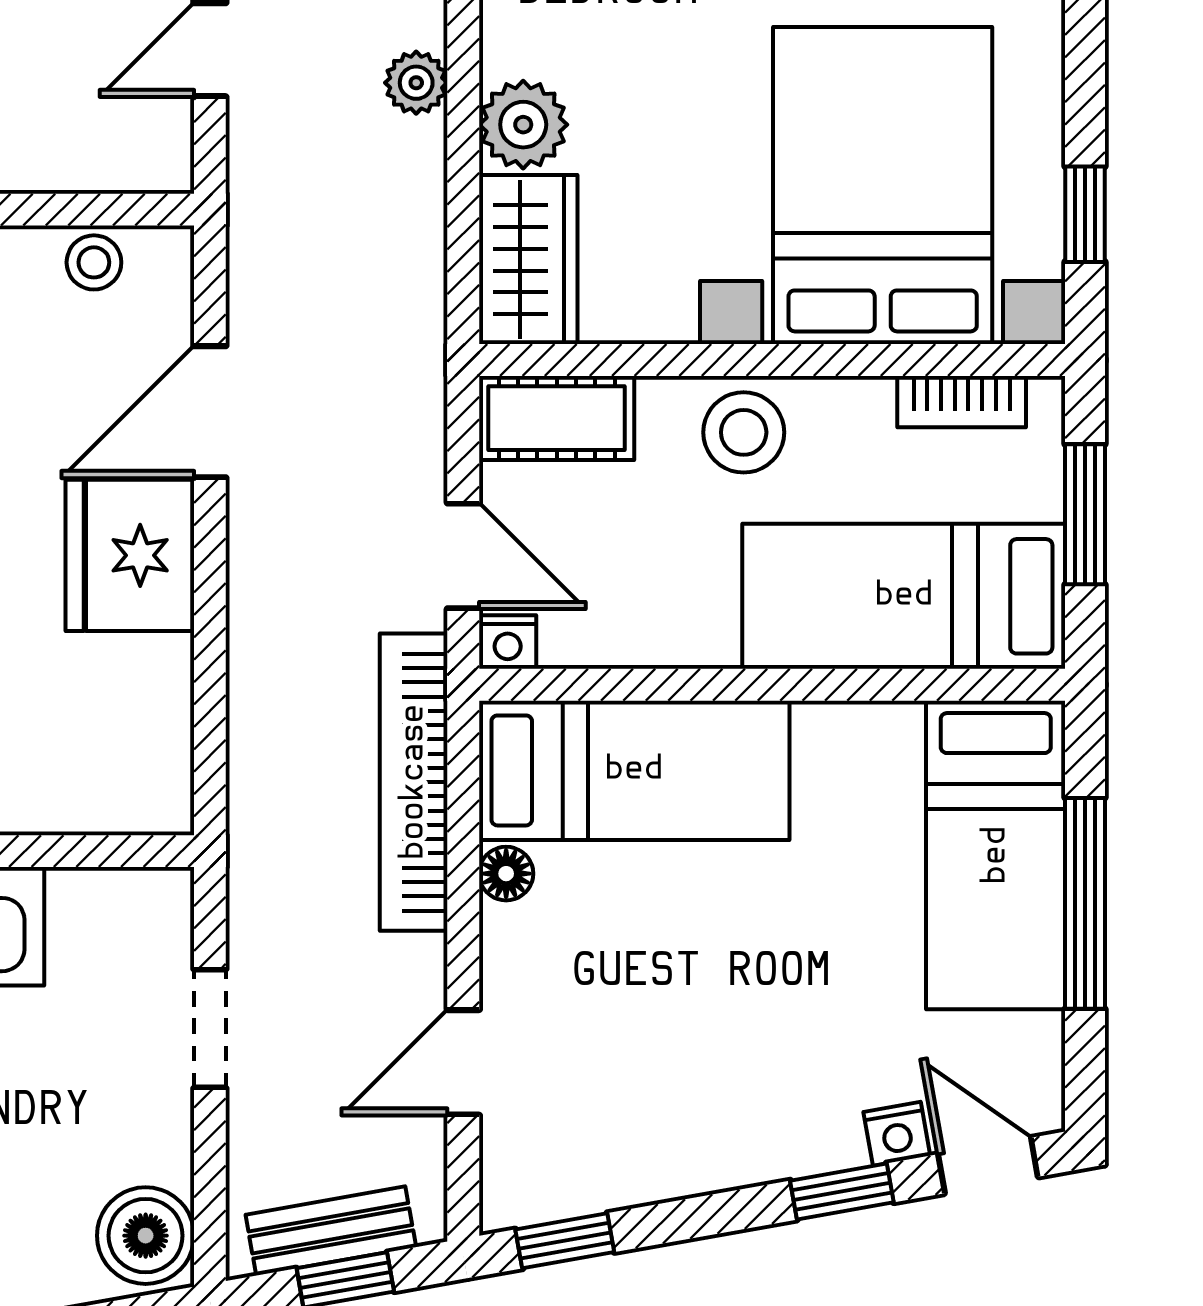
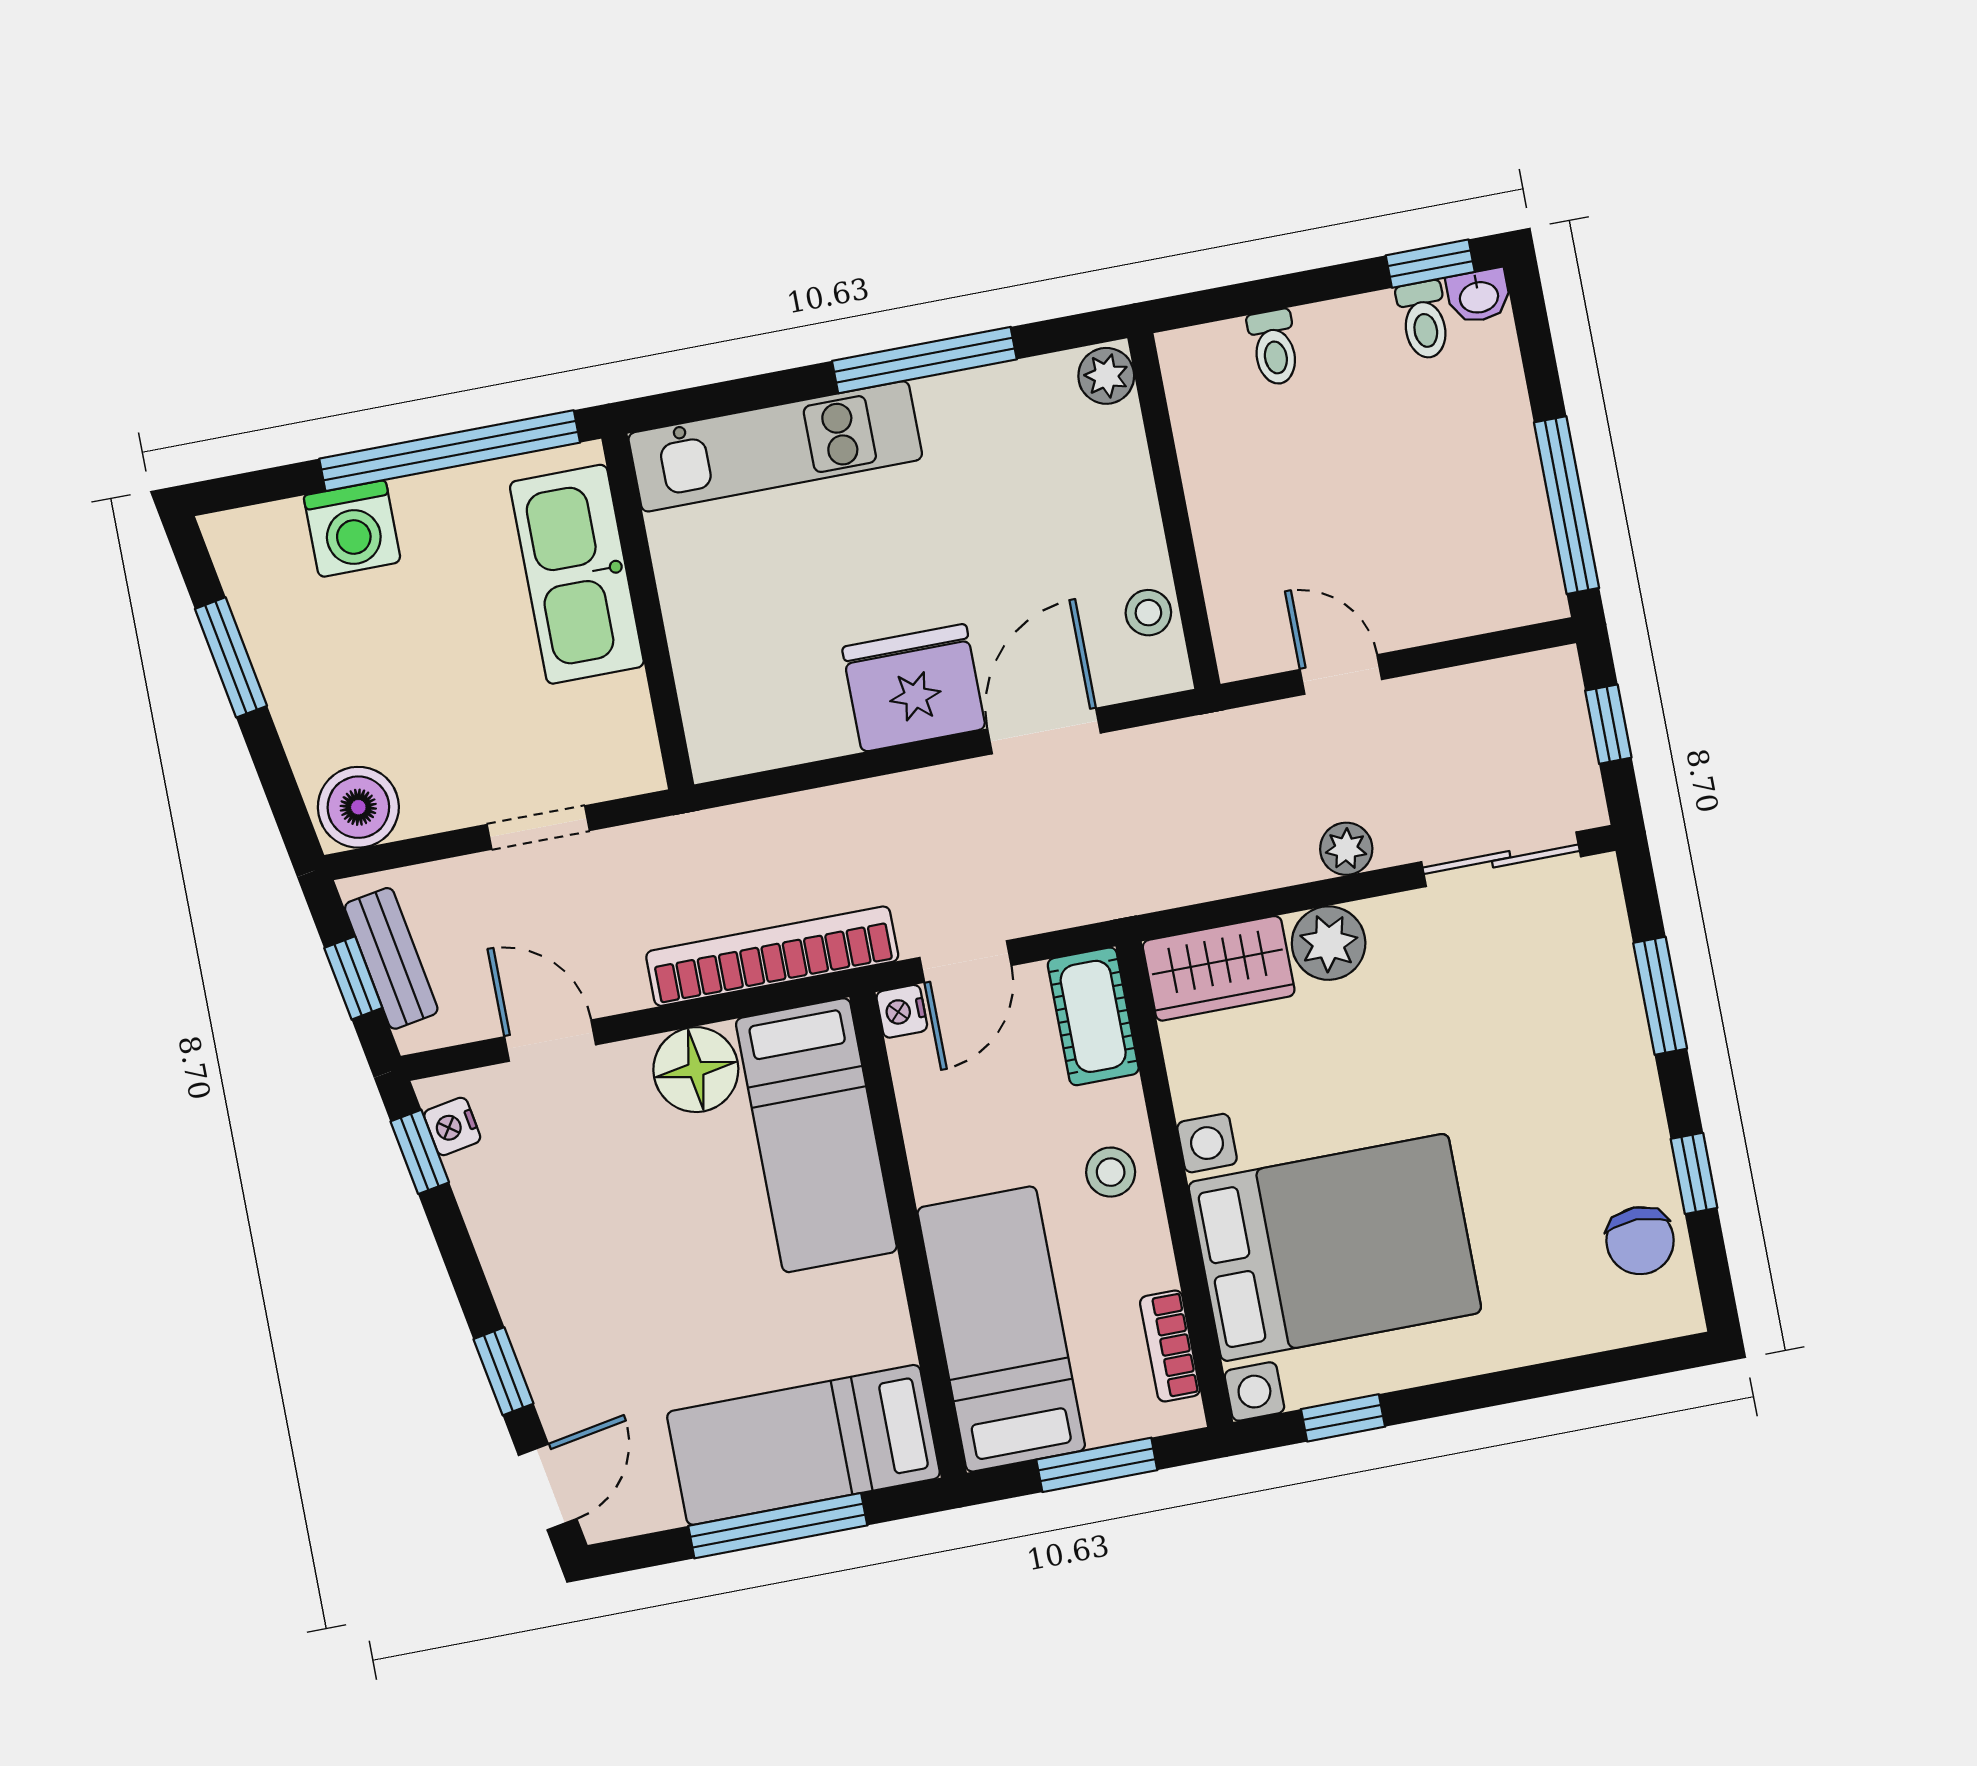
door: (210, 412) -> (1044, 731), hinge flipped
stool: (744, 432) -> (1111, 1172), width x0.73, depth x0.73
floor lamp: (506, 874) -> (696, 1070), width x1.89, depth x1.89
nightstand: (897, 1134) -> (452, 1126), moved

